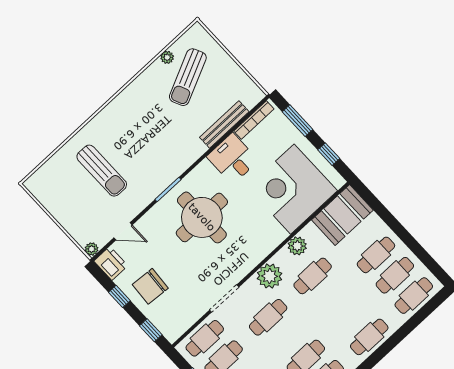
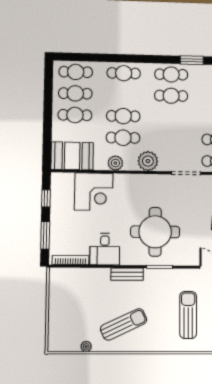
sun lounger: (188, 77) -> (124, 324), moved
bench: (224, 124) -> (127, 274), moved, width x0.73
corner desk: (292, 189) -> (94, 192), width x0.74, depth x0.74
cafe table: (268, 317) -> (123, 116), moved

